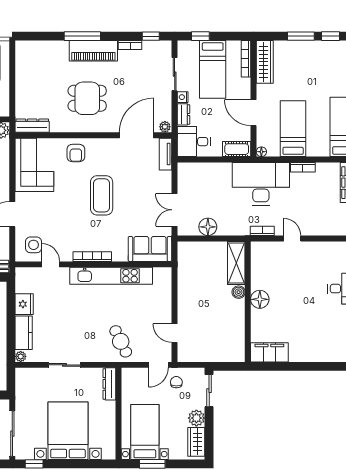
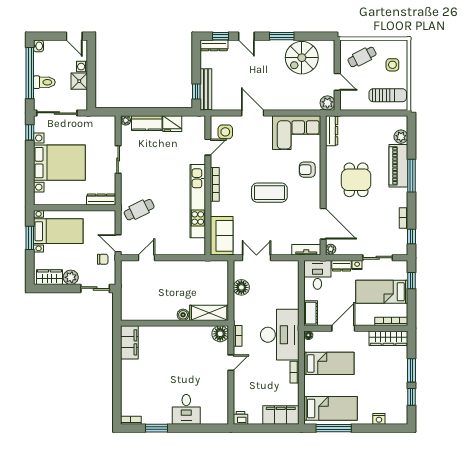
plant: (39, 48) -> (401, 137), added
piano: (93, 51) -> (398, 166), moved
floor lamp: (260, 299) -> (220, 334), moved

